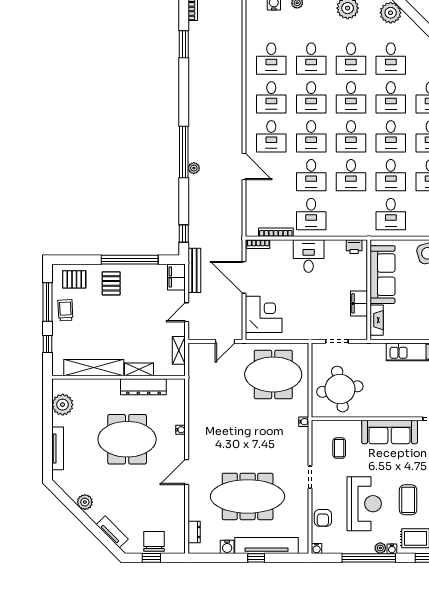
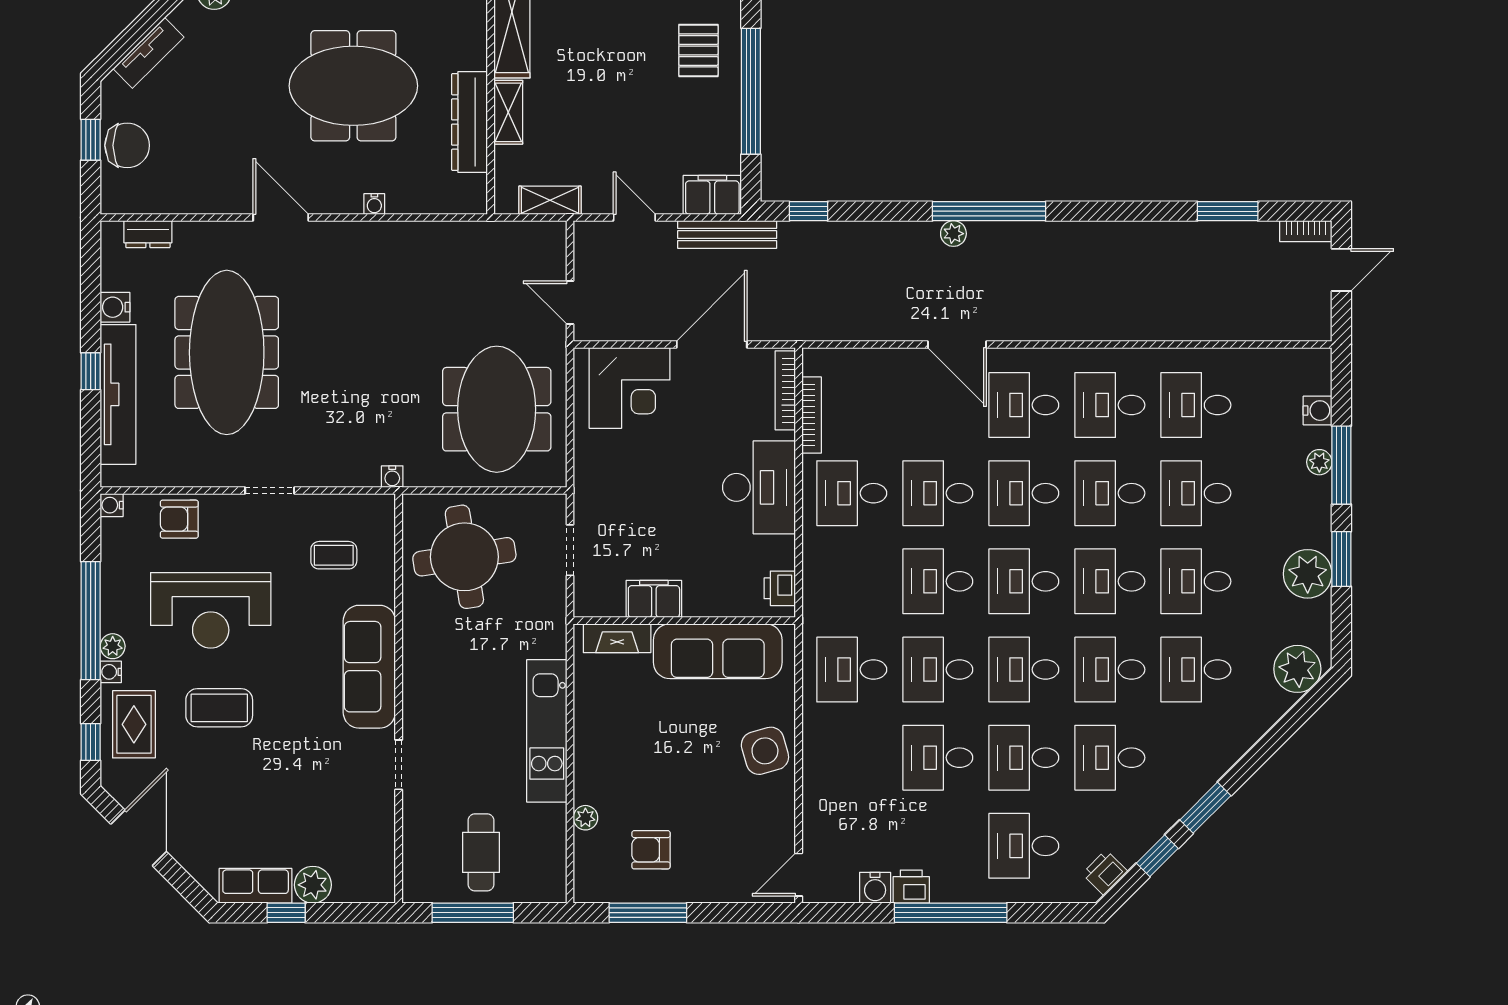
door: (244, 167) -> (957, 344), hinge flipped
bookcase: (258, 244) -> (785, 390), width x1.56
desk: (309, 256) -> (759, 487), width x1.37
pallet: (111, 283) -> (698, 50), turned 90
meeting table: (127, 439) -> (353, 86), turned 90

